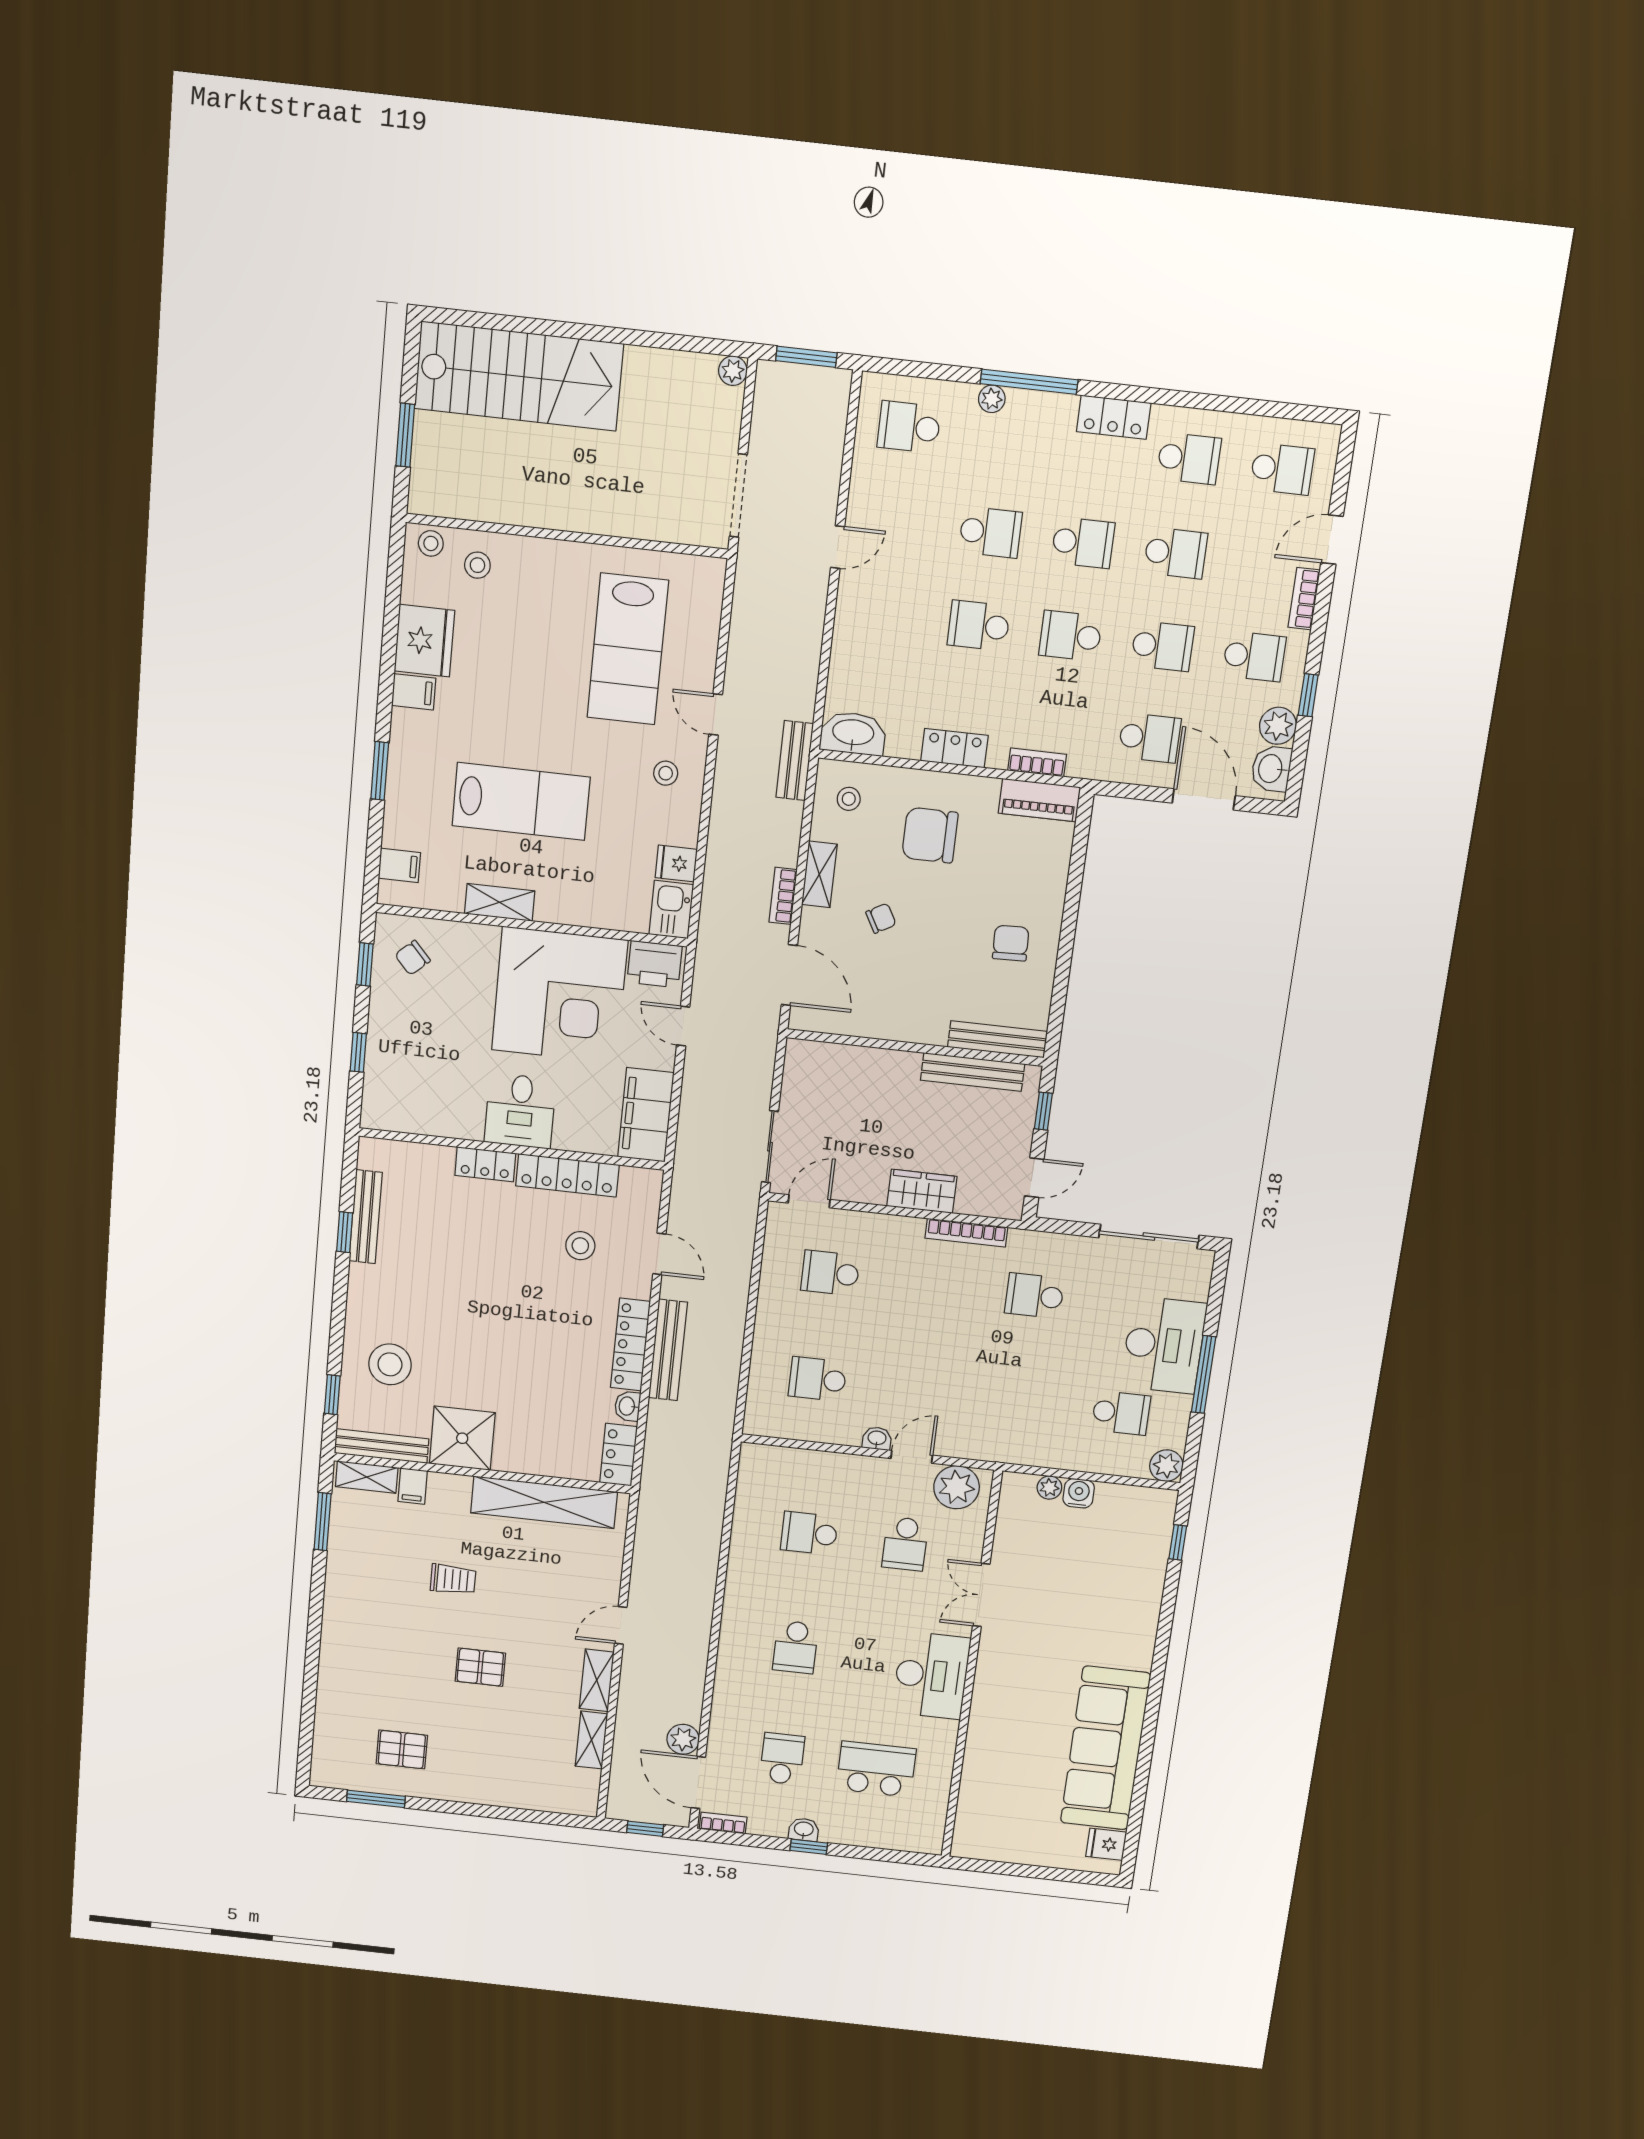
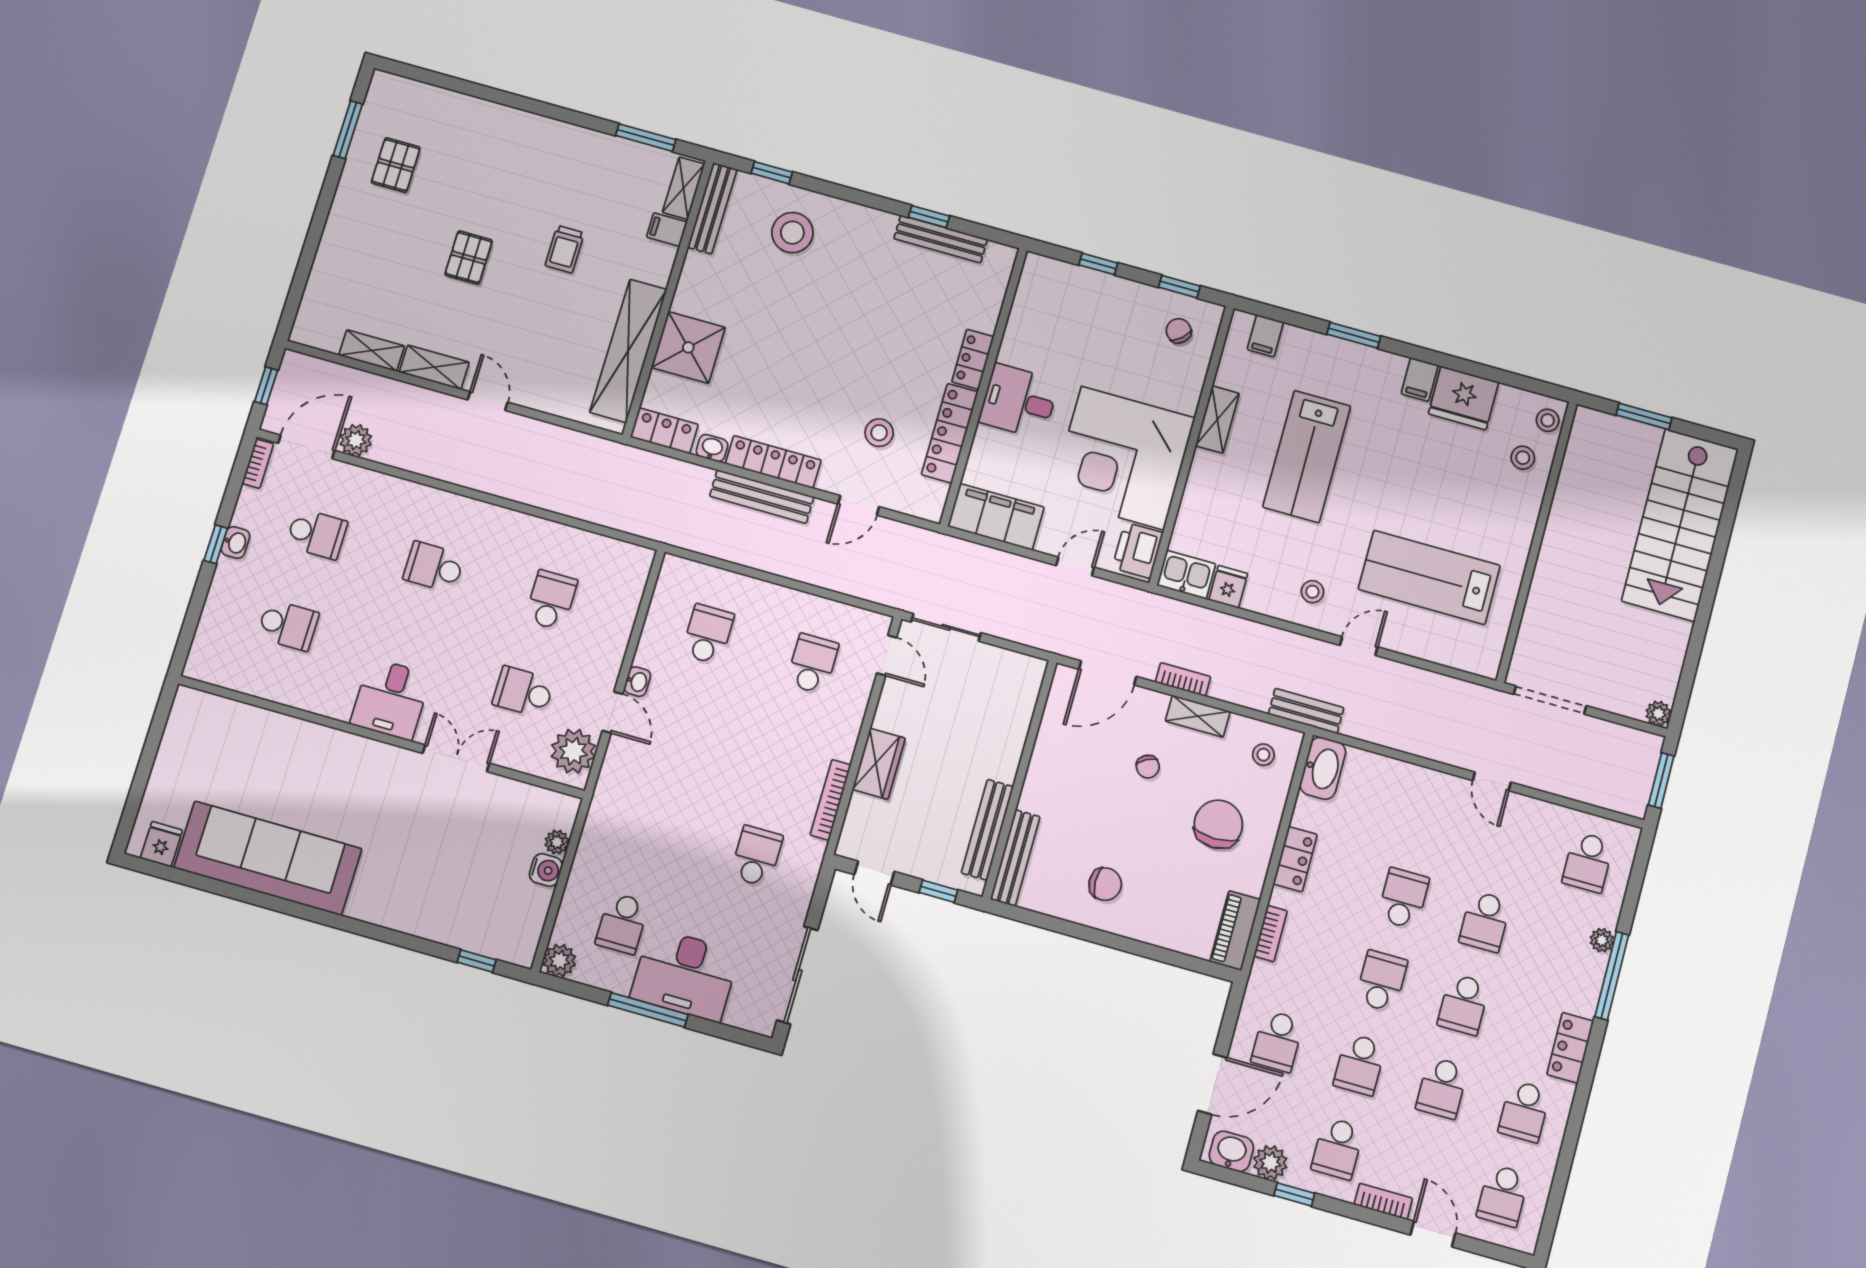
school desk: (909, 427) -> (1588, 862), turned 180
shower: (462, 1438) -> (688, 347), moved
desk: (931, 1675) -> (391, 699), width x0.73
school desk: (876, 1769) -> (288, 625), width x0.54

